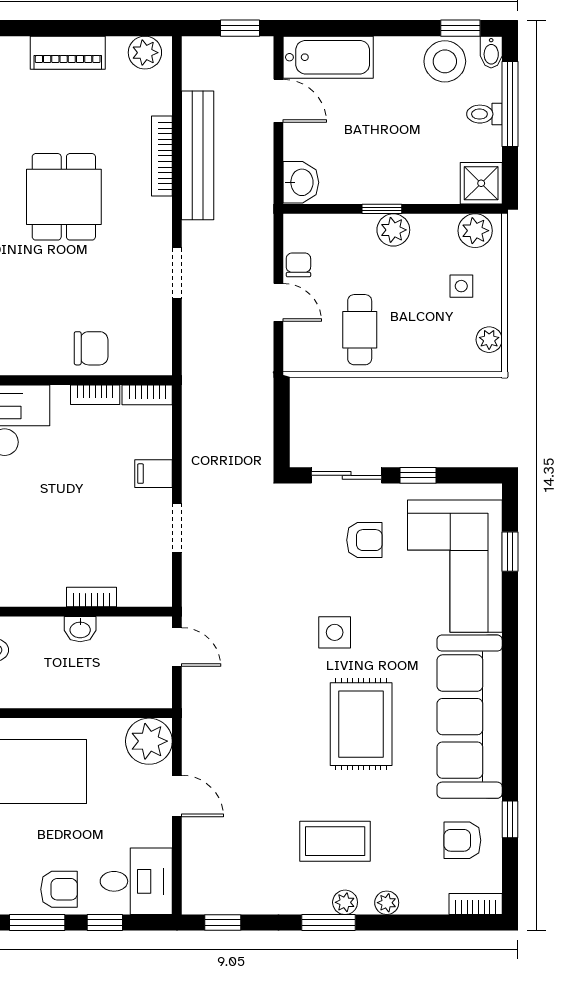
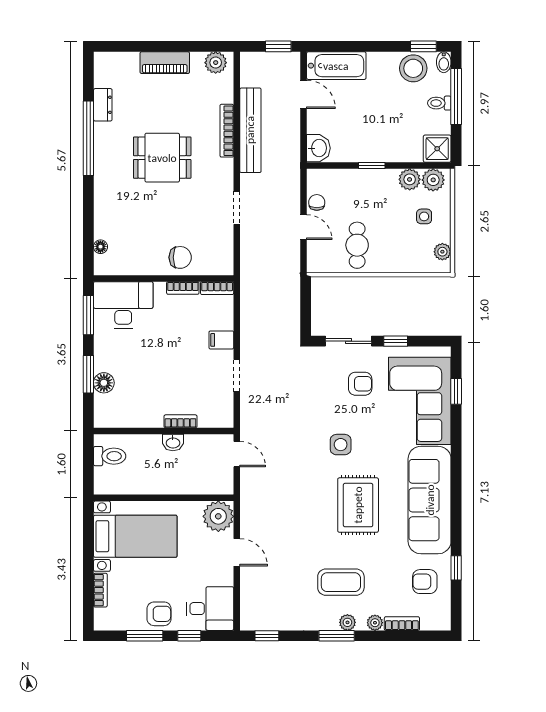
dining table: (64, 197) -> (162, 158), turned 90
plant: (393, 230) -> (410, 179), moved
bookcase: (476, 904) -> (402, 624), moved

